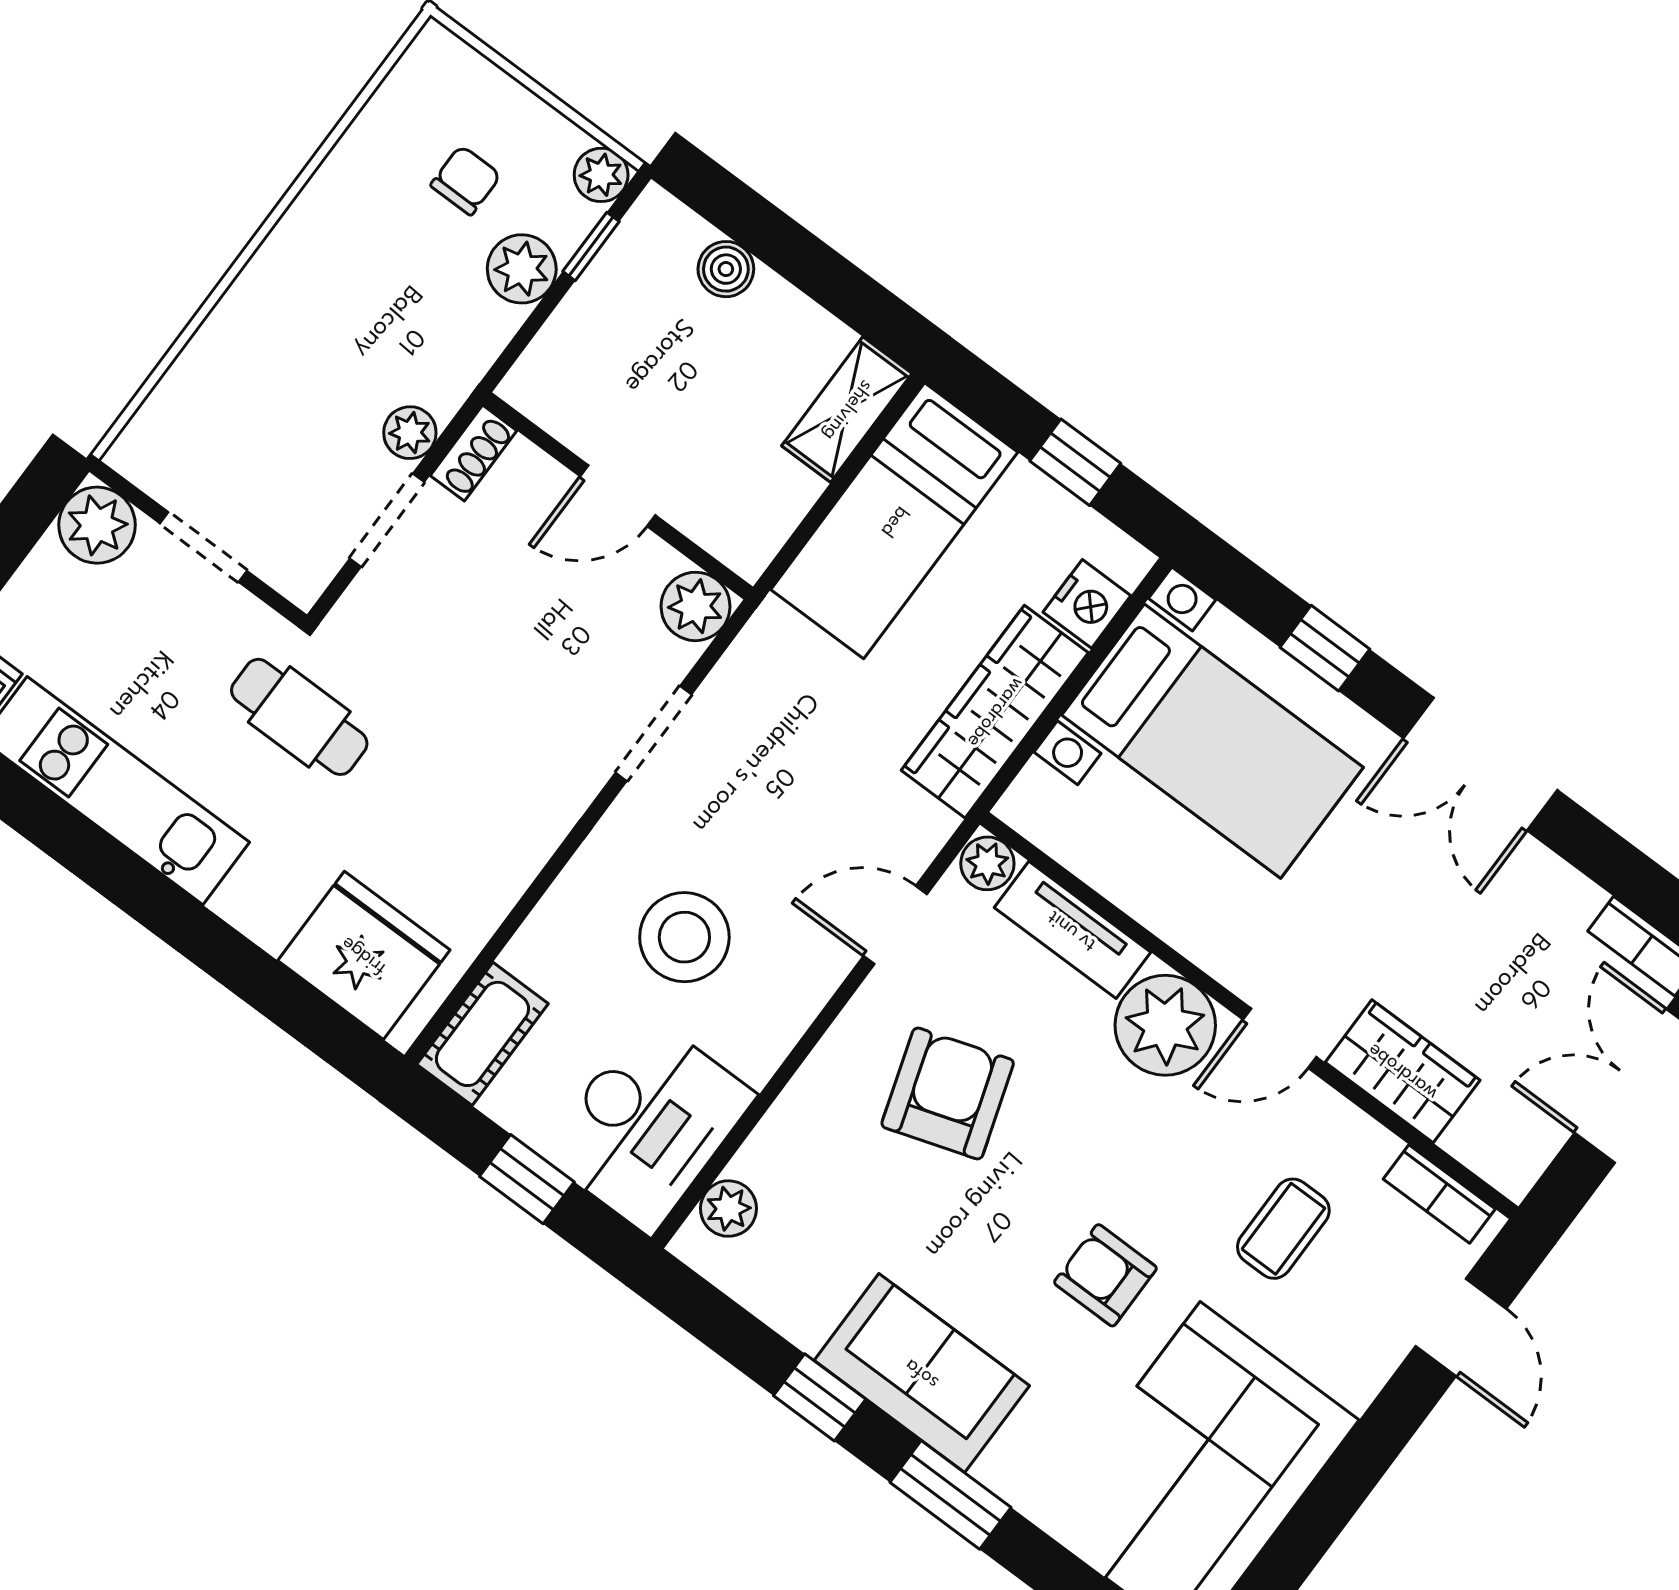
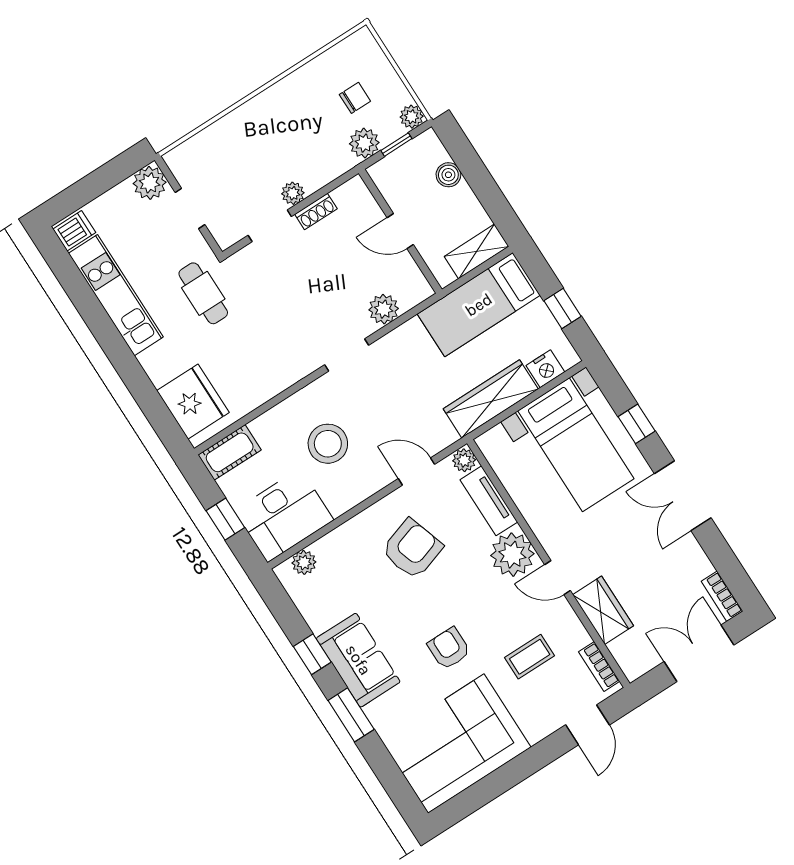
door: (618, 496) -> (400, 231), moved
wall: (618, 496) -> (400, 231), moved

